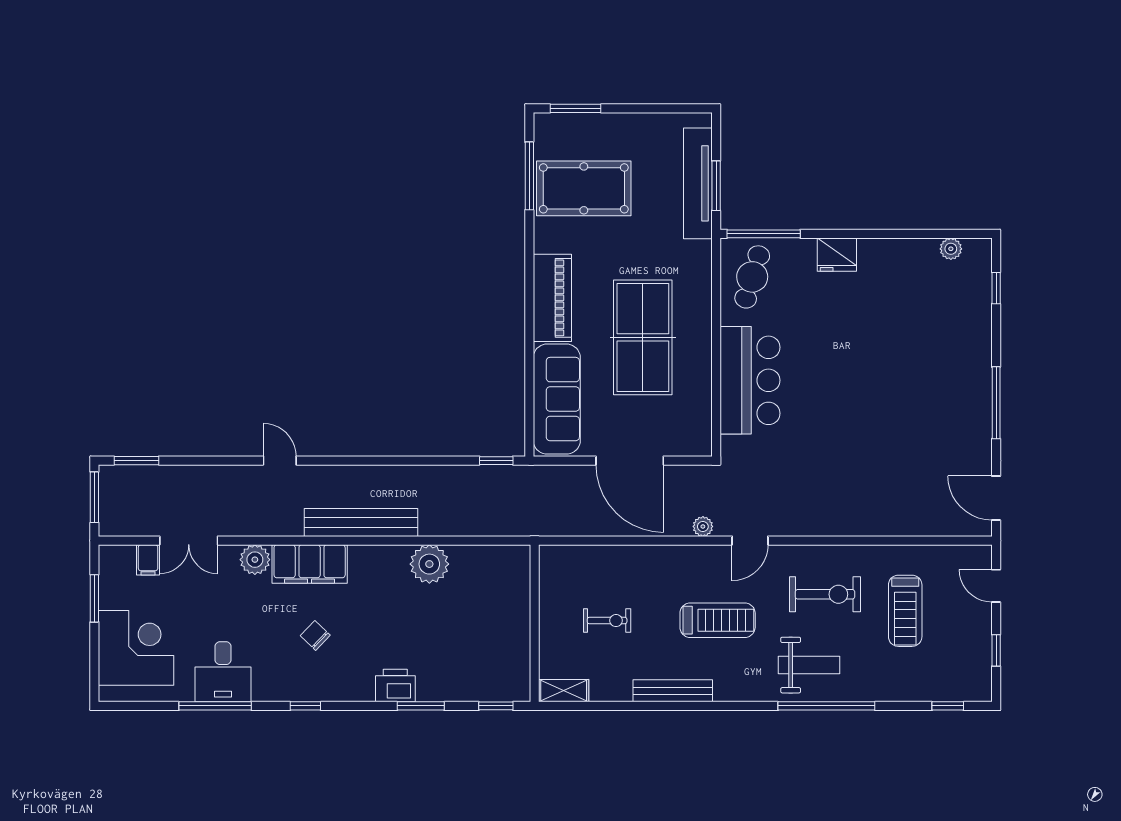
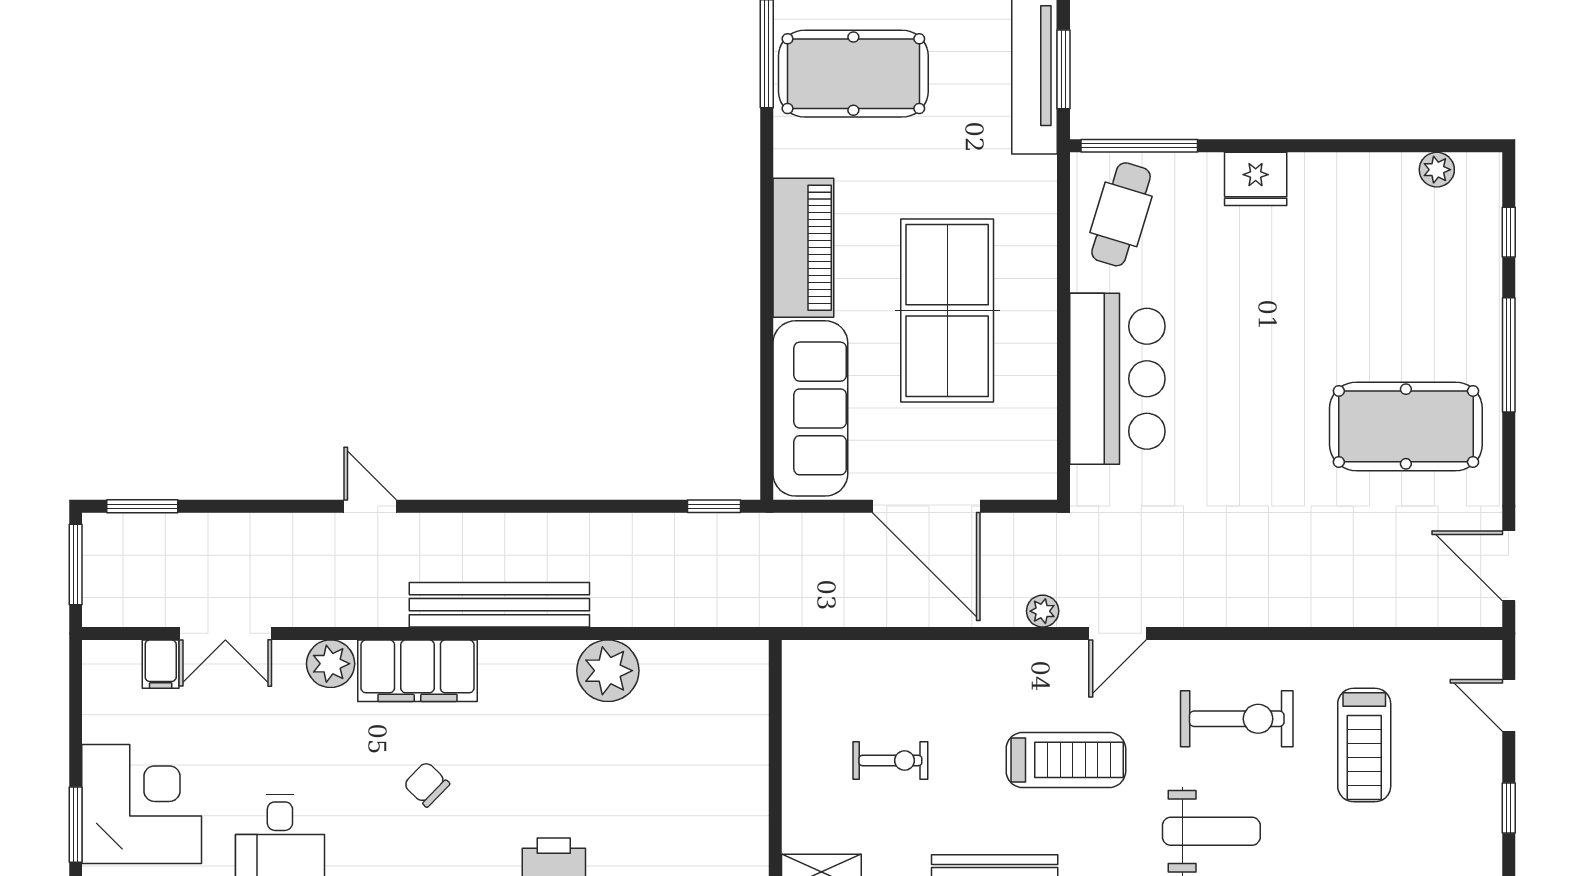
window: (996, 403) -> (1509, 355), moved
pool table: (931, 410) -> (1406, 426), added
window: (94, 598) -> (76, 825), moved

